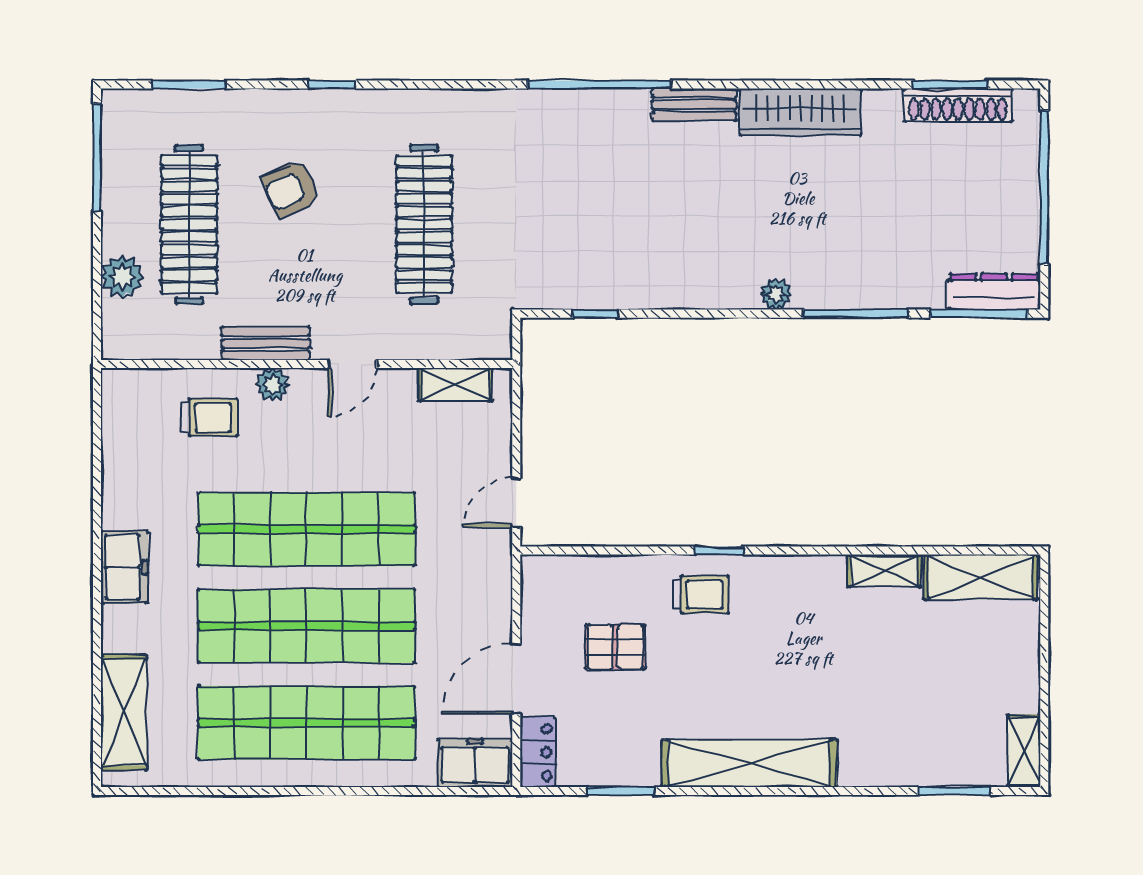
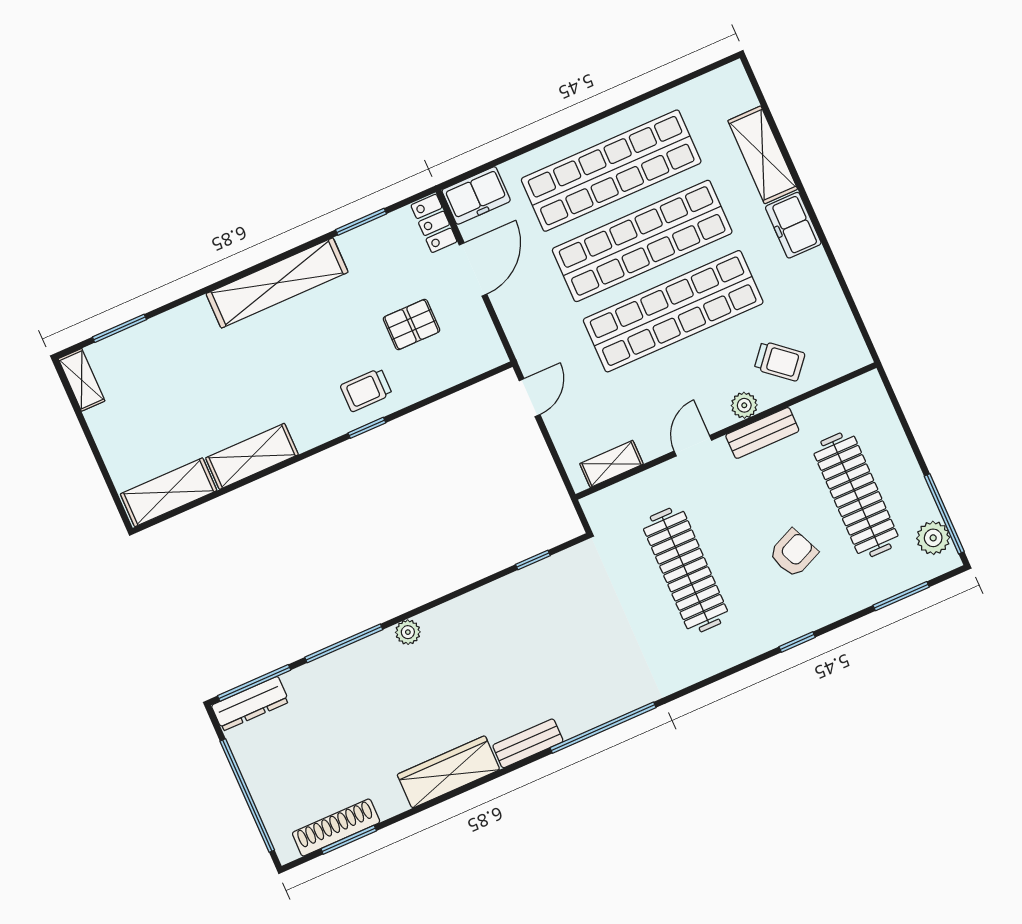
plant: (122, 276) -> (933, 538), moved
trolley: (209, 417) -> (780, 361), turned -140
shelving: (884, 571) -> (252, 456), width x1.50, depth x1.33
shelving: (124, 713) -> (763, 155), moved

